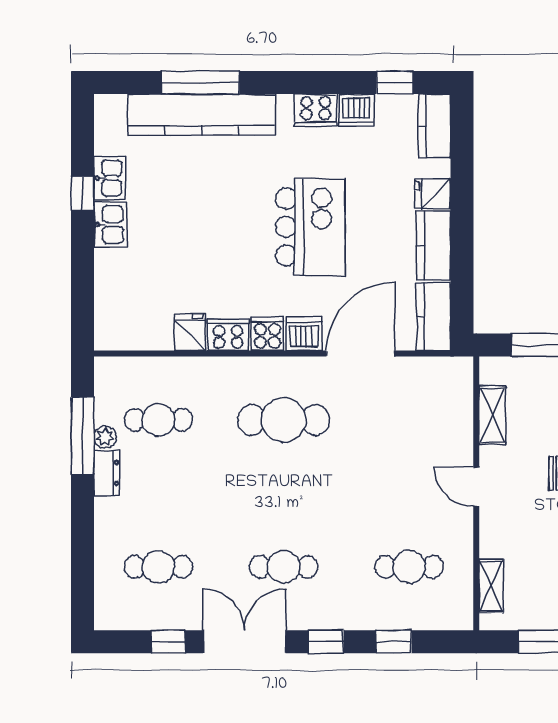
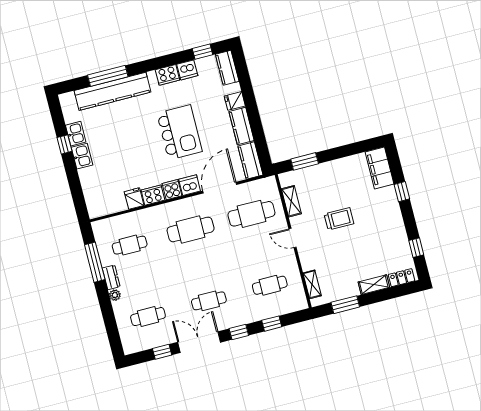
cafe table: (409, 420) -> (251, 214), added
plant: (105, 437) -> (115, 295), moved

